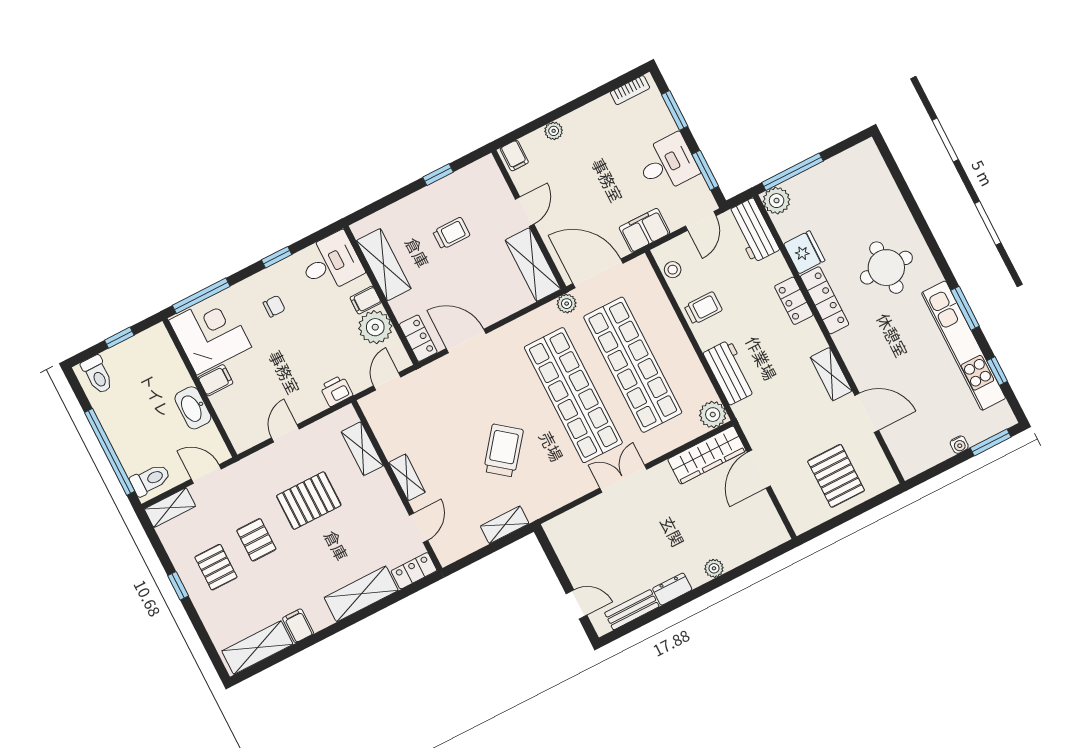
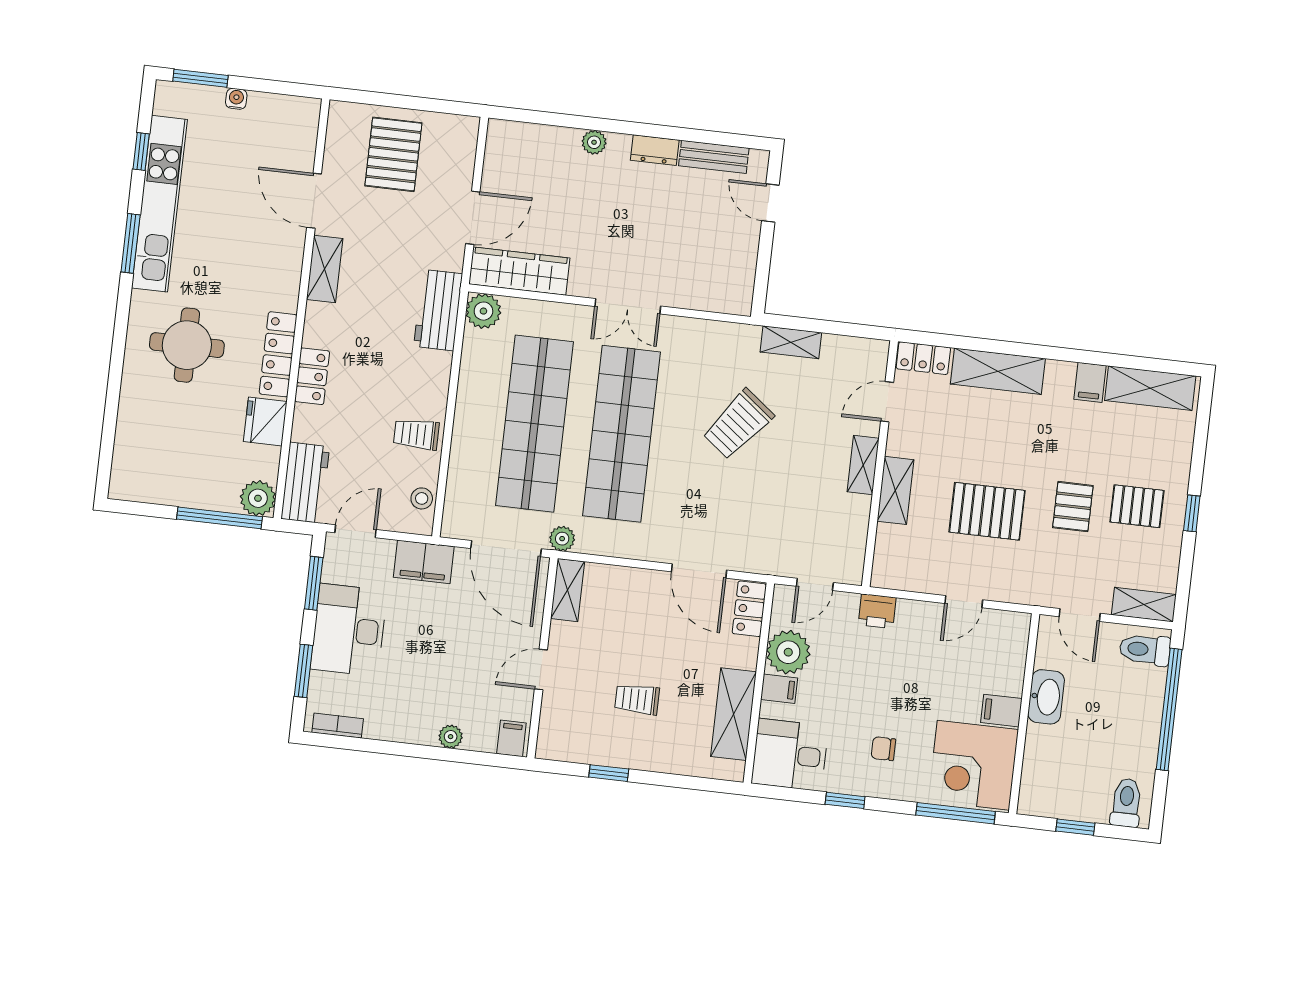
desk: (667, 164) -> (349, 630), width x1.37
shelving: (533, 265) -> (568, 590), width x0.67, depth x0.75
workbench: (730, 372) -> (438, 310), moved
shelving: (362, 449) -> (895, 490), moved
pallet: (216, 567) -> (1137, 506), turned 90

